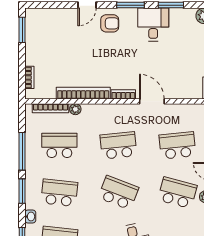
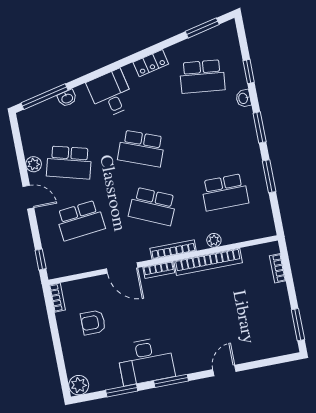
armchair: (110, 23) -> (93, 322), moved
desk: (153, 25) -> (146, 361), width x1.37
bookcase: (50, 108) -> (173, 250), moved
school desk: (118, 145) -> (153, 206), turned 30
window: (22, 151) -> (269, 176), width x0.69
school desk: (59, 193) -> (214, 134), removed

